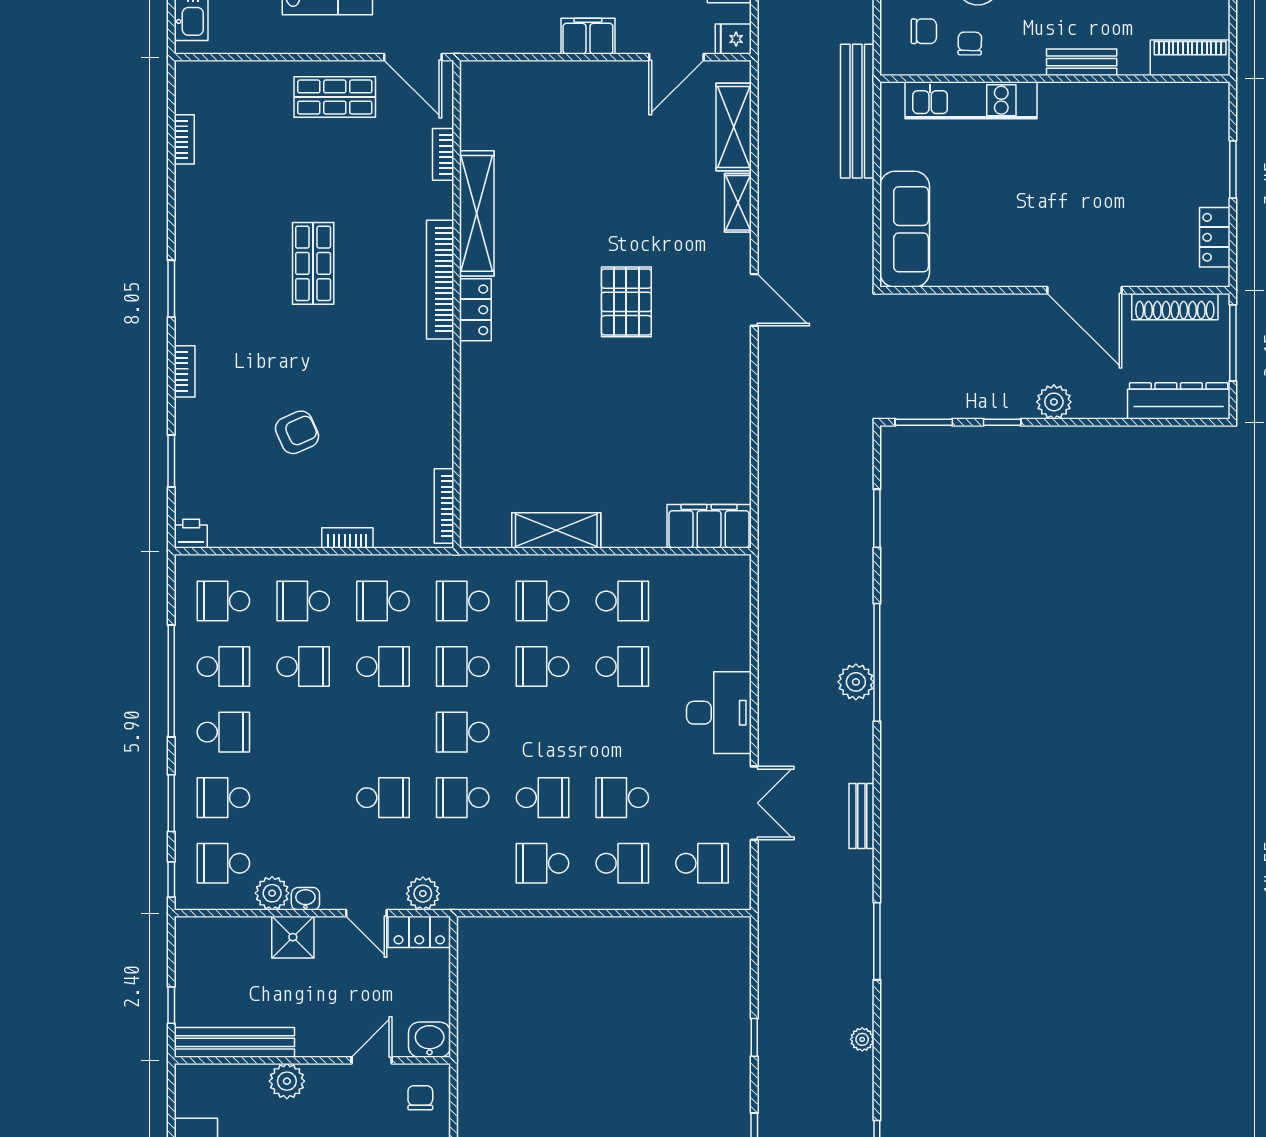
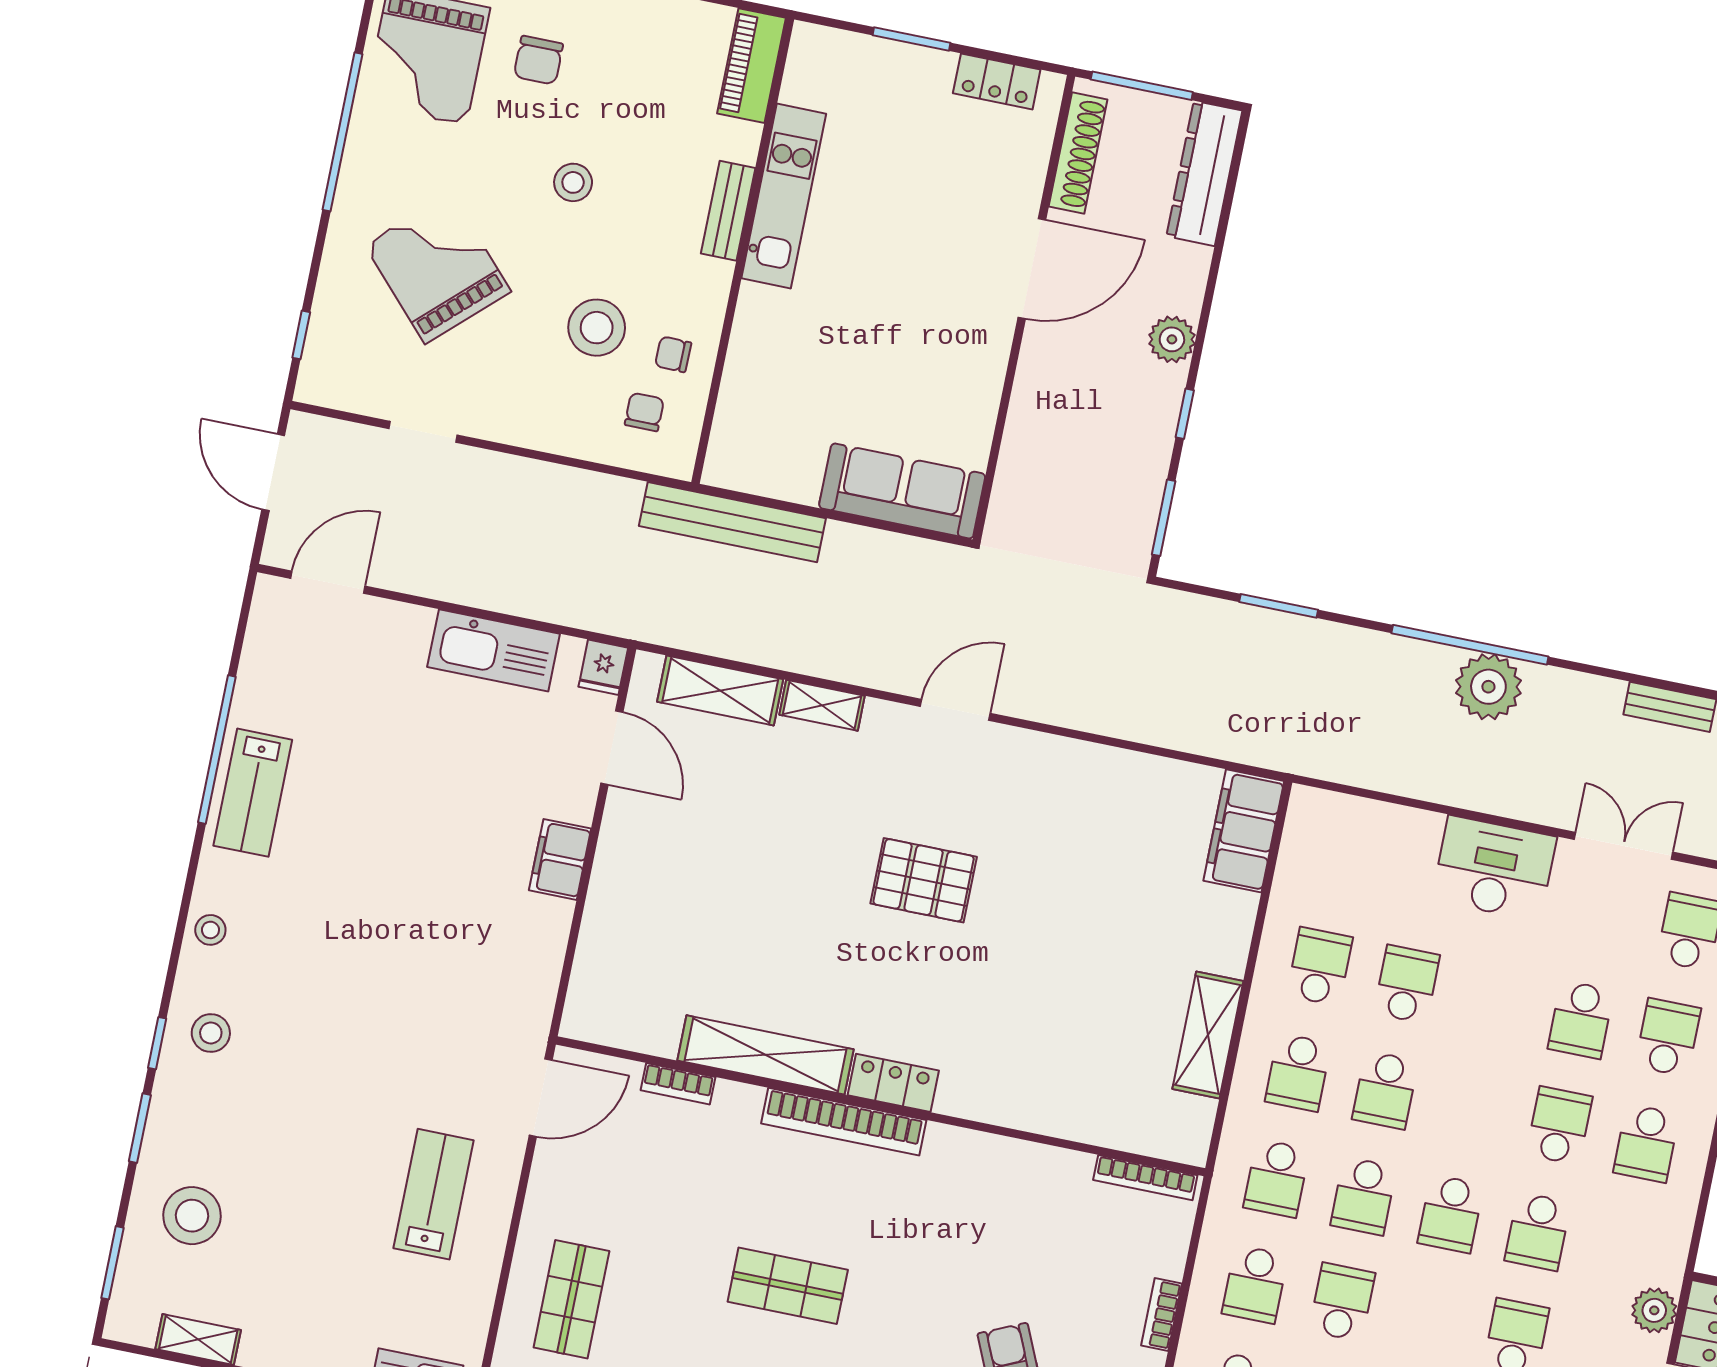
shop shelf: (335, 97) -> (571, 1299), moved
kitchen unit: (971, 100) -> (784, 196), moved
plant: (856, 682) -> (1488, 687), width x1.36, depth x1.36

